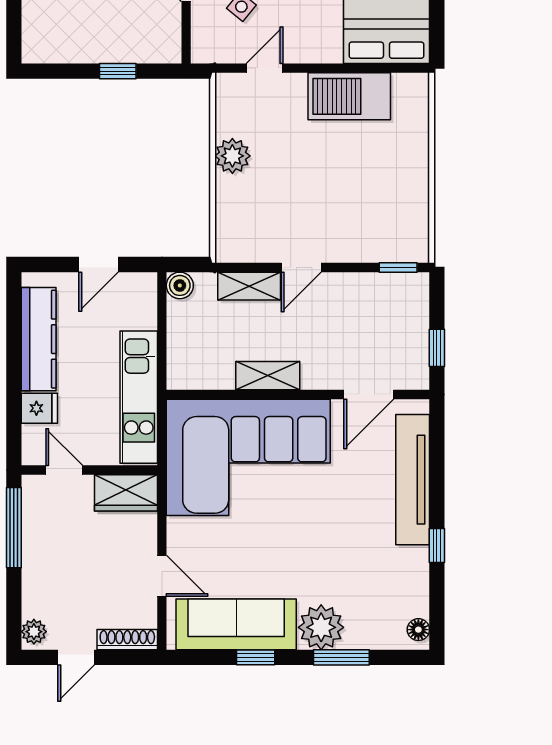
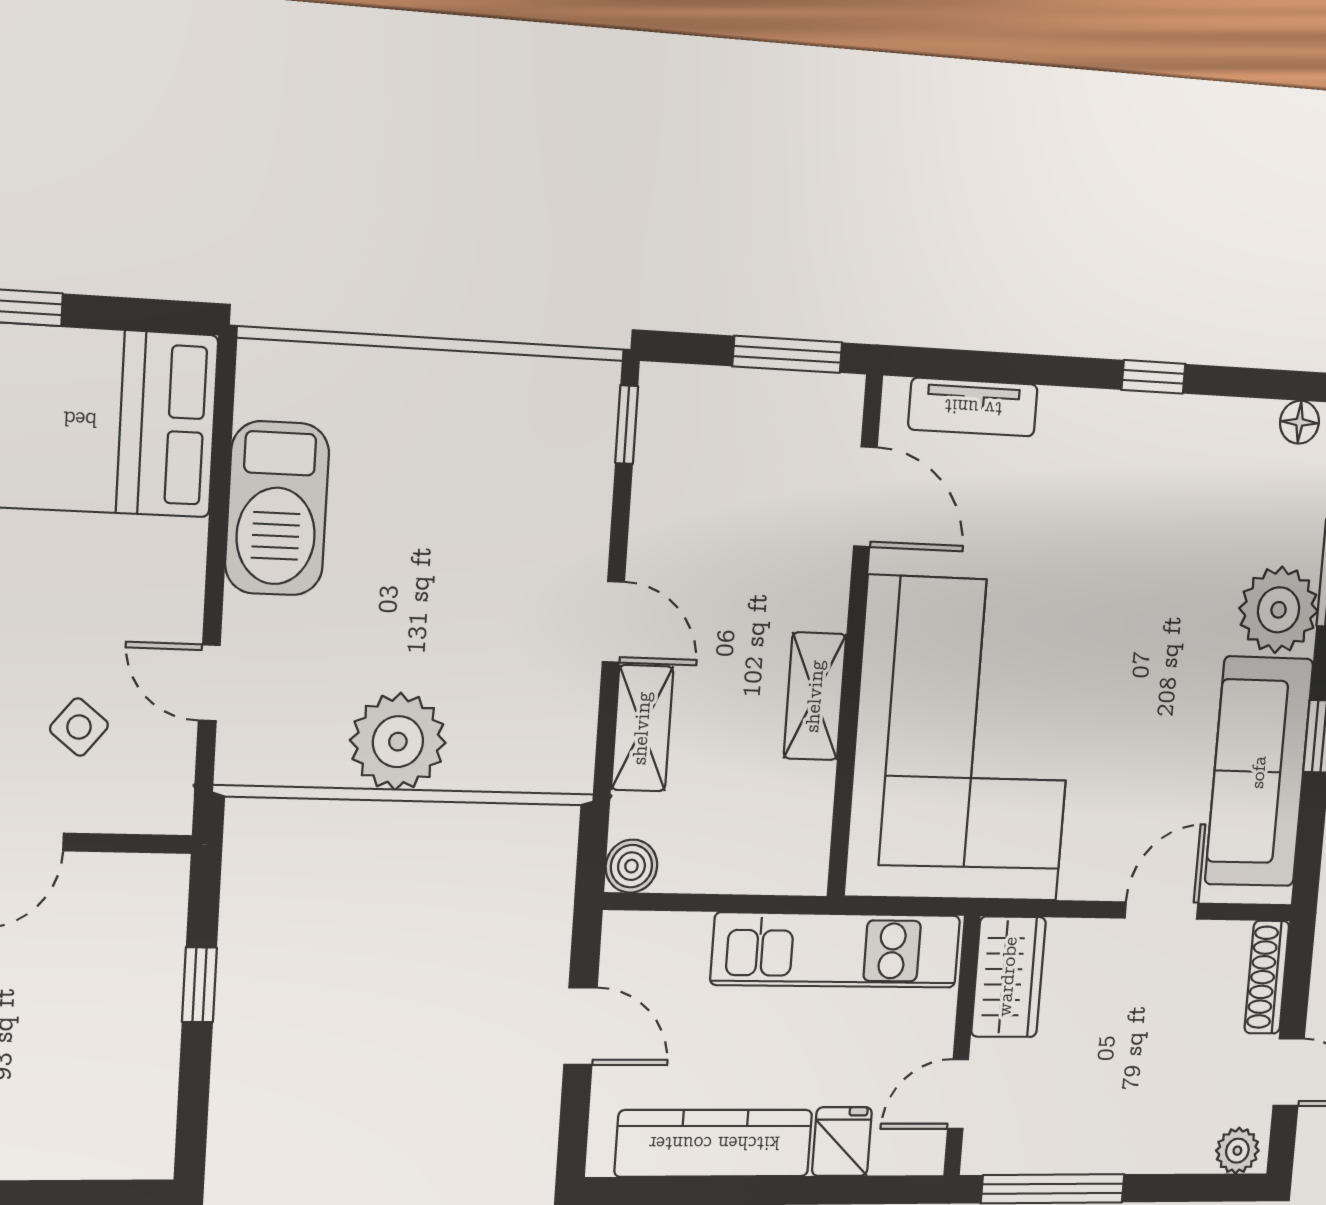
plant: (232, 156) -> (398, 742), width x1.36, depth x1.36
window: (437, 348) -> (787, 354), width x1.50
tv unit: (413, 480) -> (973, 407), width x0.52, depth x0.78

